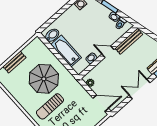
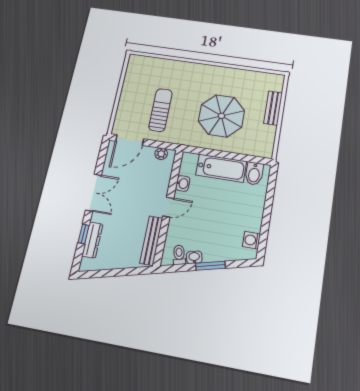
sun lounger: (50, 106) -> (161, 110), moved

